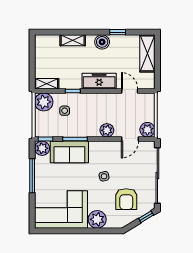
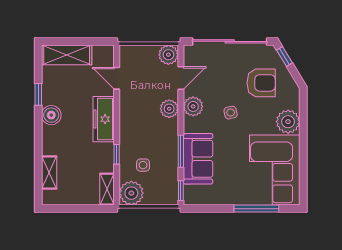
shelving: (73, 40) -> (49, 172), moved
door: (130, 91) -> (117, 78), hinge flipped
door: (130, 139) -> (181, 78), hinge flipped
plant: (42, 148) -> (193, 106), moved
window: (32, 176) -> (256, 209), moved

